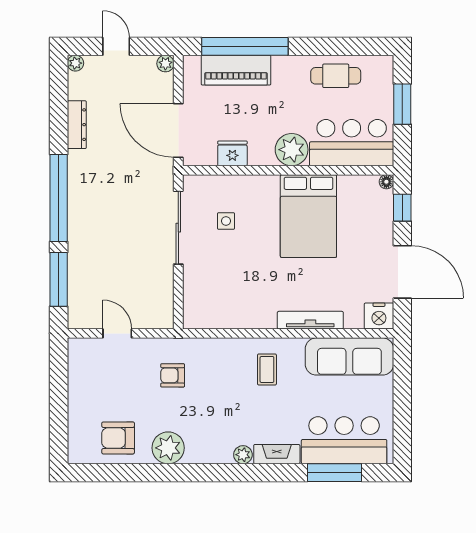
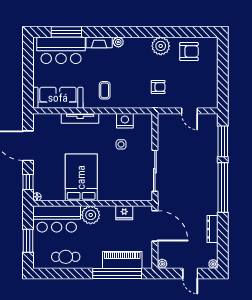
side table: (226, 221) -> (121, 144), moved
nightstand: (379, 316) -> (125, 121), moved

